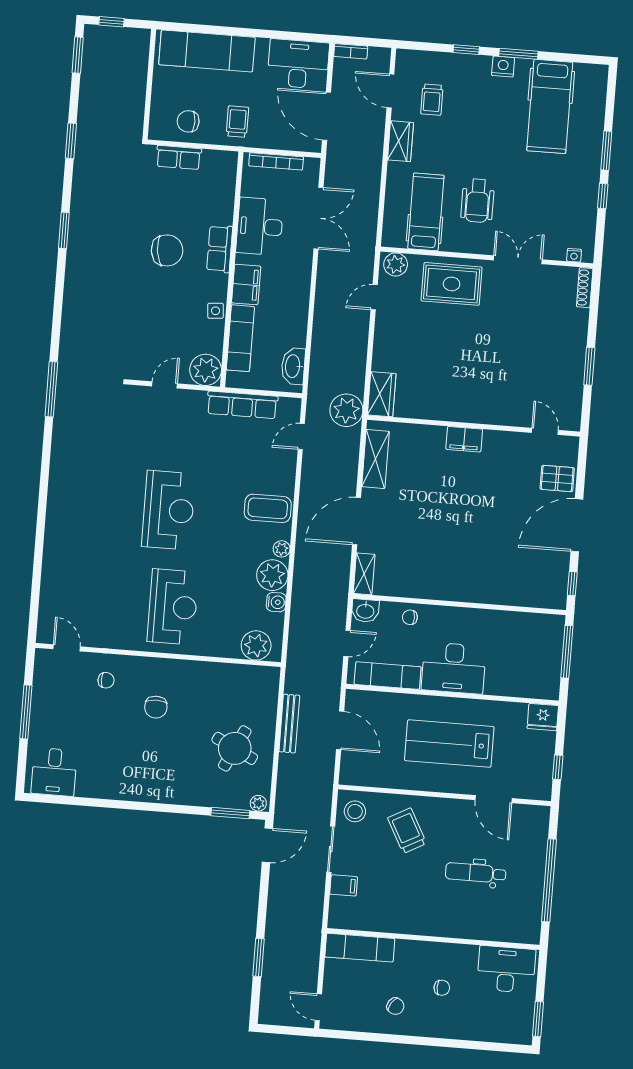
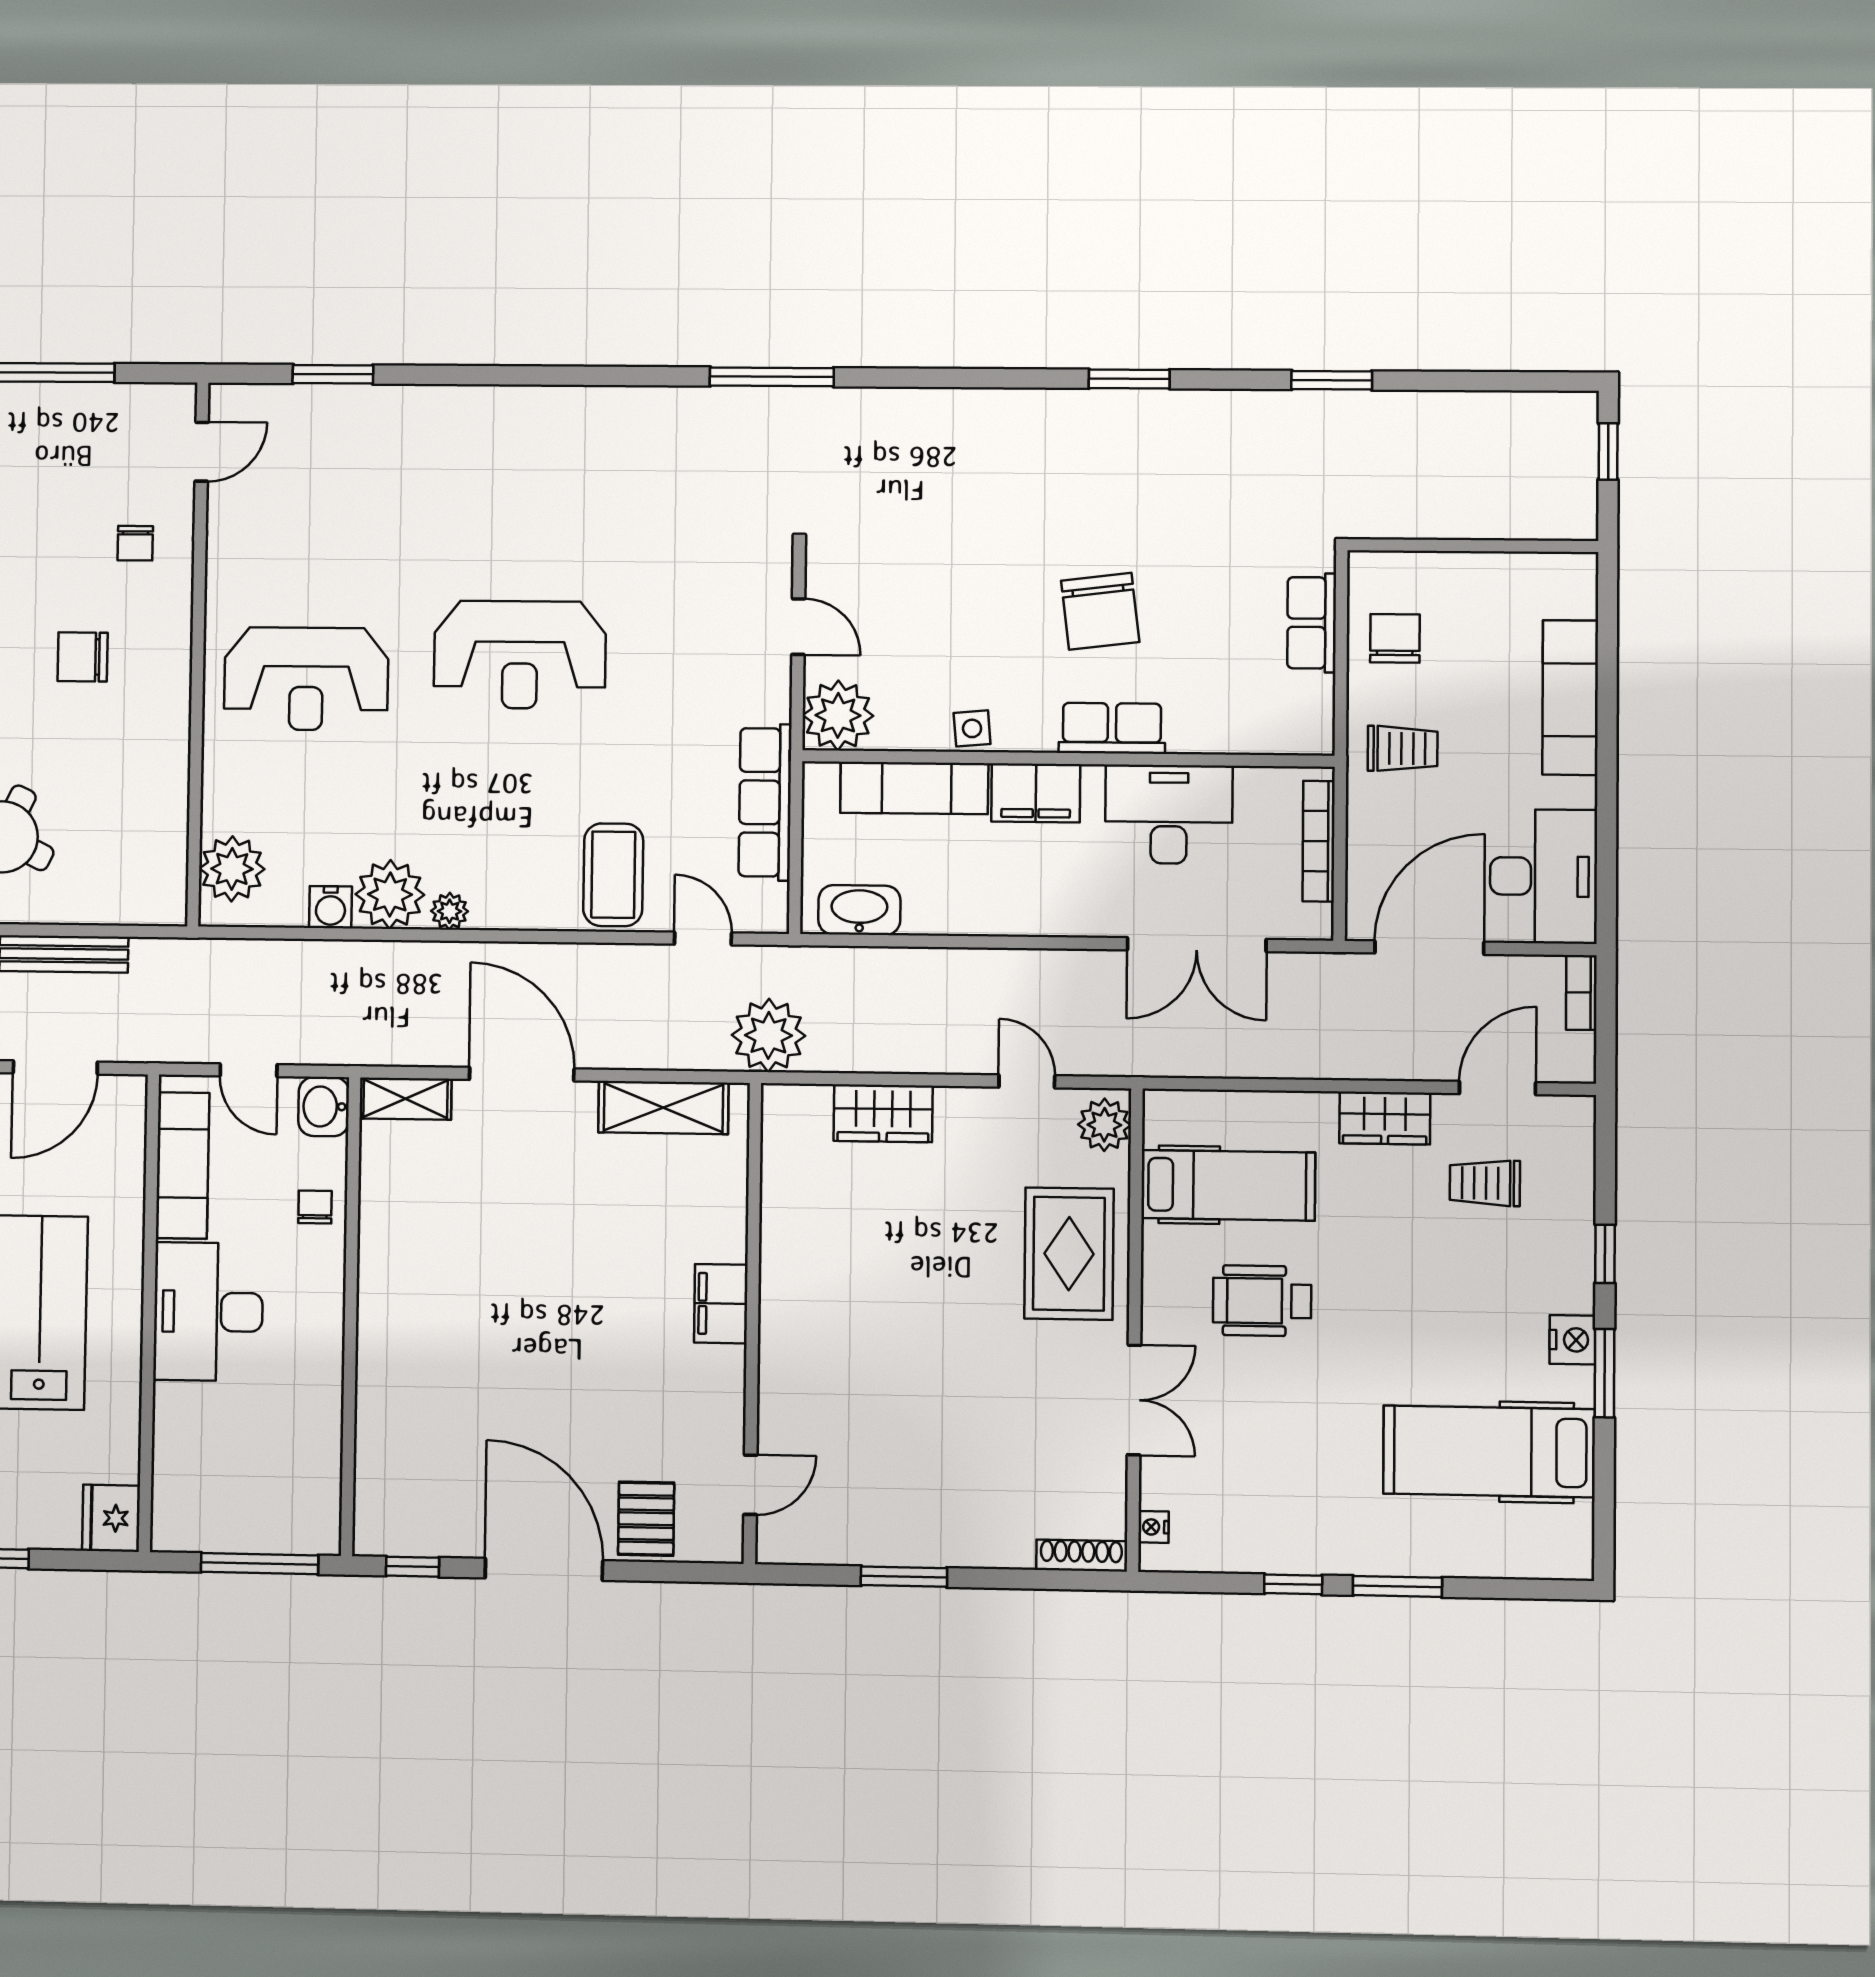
exam couch: (207, 51) -> (1570, 698), width x0.73, depth x0.69
window: (78, 55) -> (333, 374), moved
wardrobe: (382, 394) -> (883, 1113), moved
coffee table: (268, 508) -> (613, 875), moved

